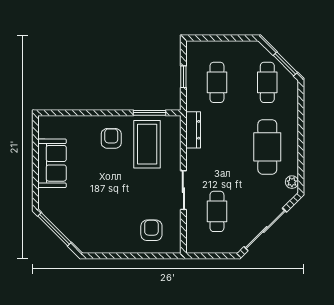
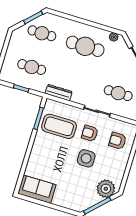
armchair: (111, 138) -> (90, 133), moved
sofa: (52, 163) -> (37, 189), moved
side table: (115, 195) -> (86, 158), added
plant: (81, 234) -> (106, 189), added

